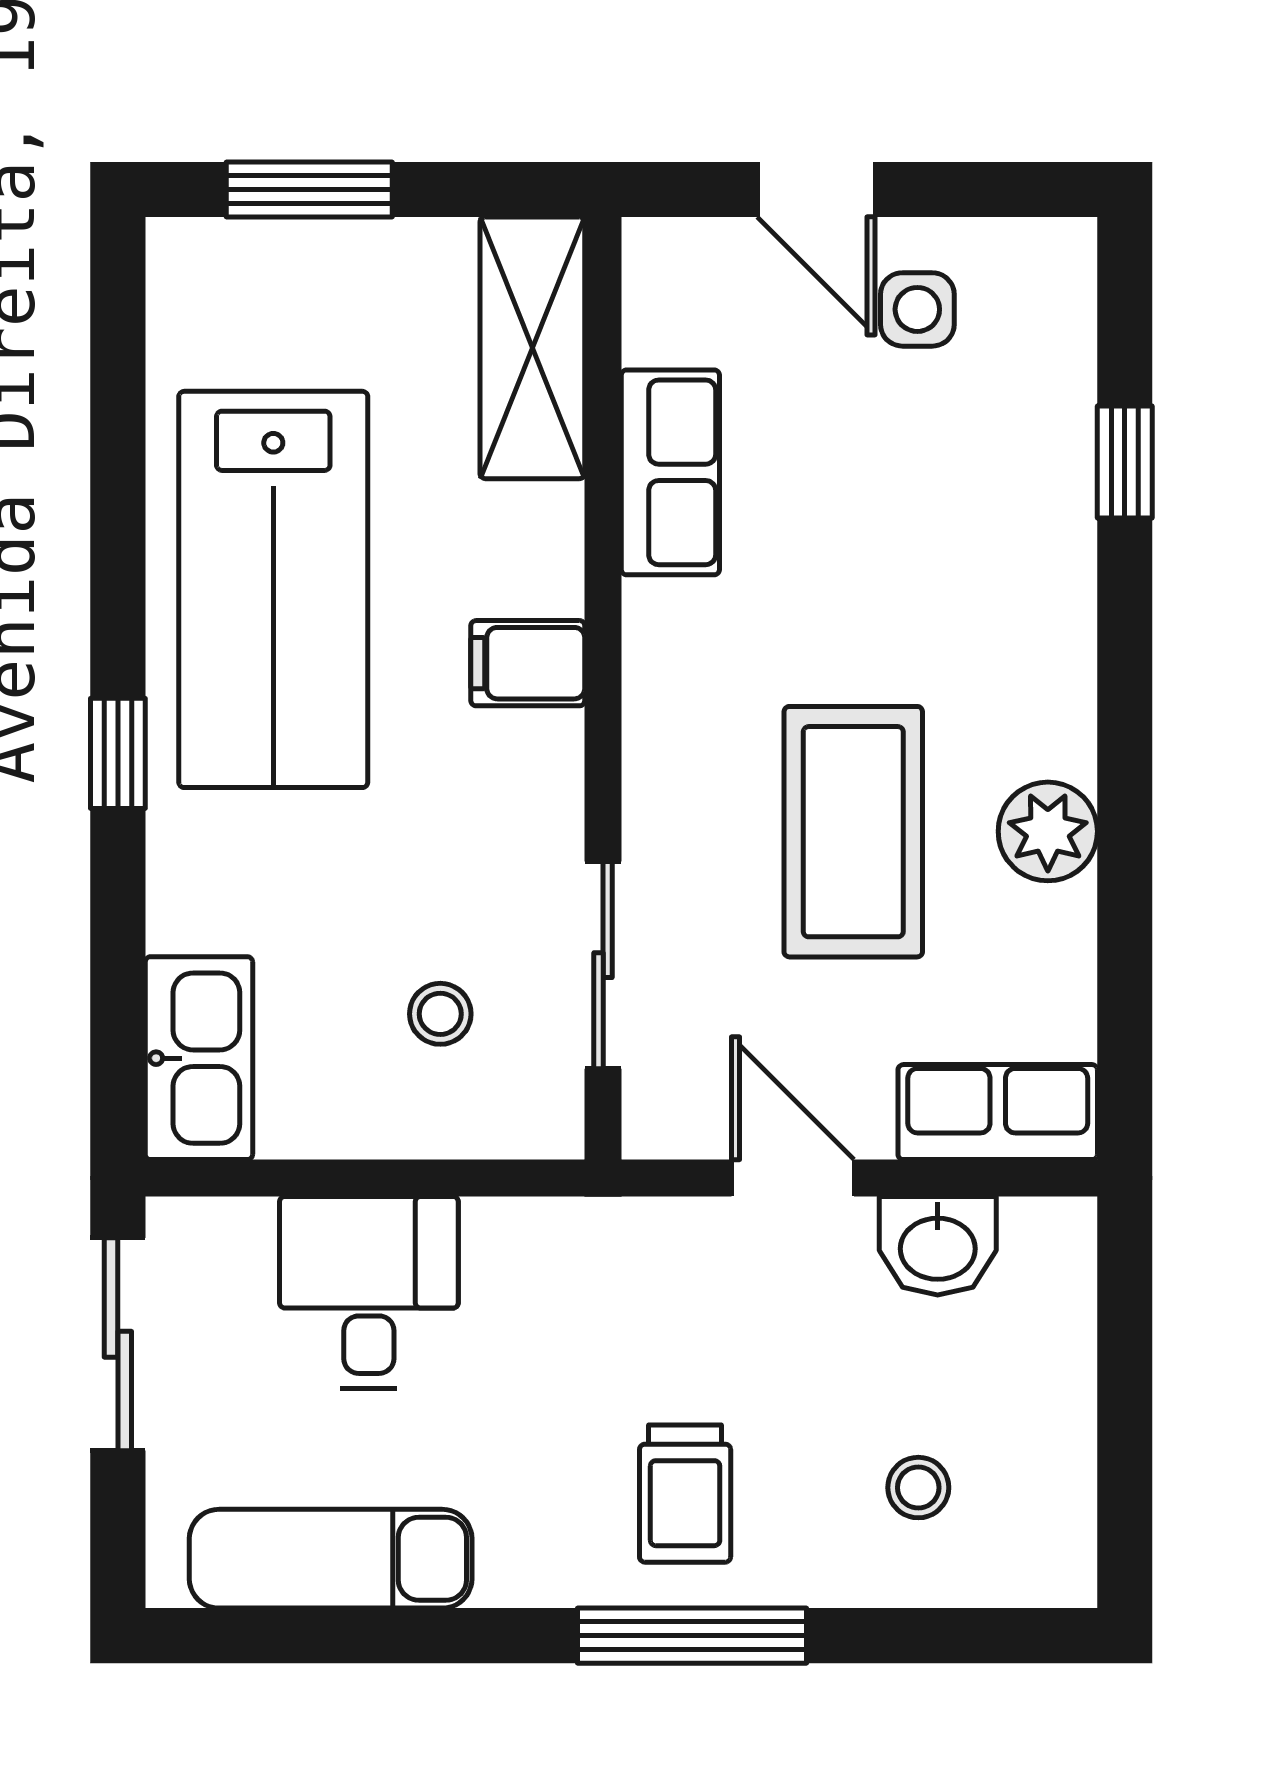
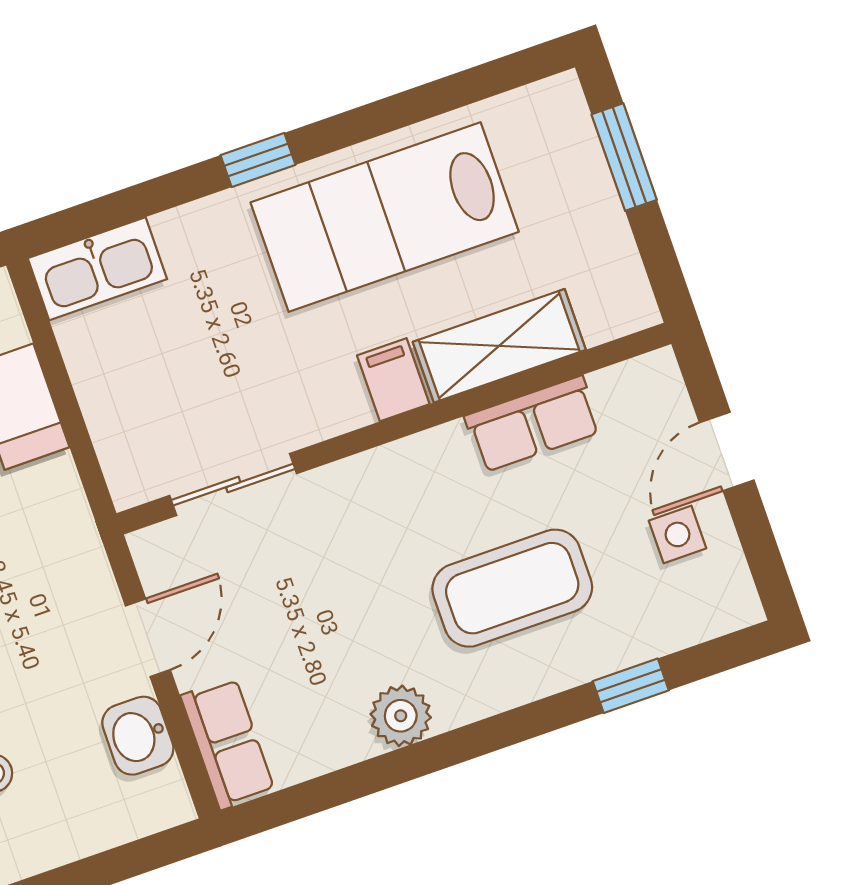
shelving: (532, 348) -> (499, 346), moved
coffee table: (853, 832) -> (512, 588), moved
stool: (440, 1014) -> (172, 400), removed

